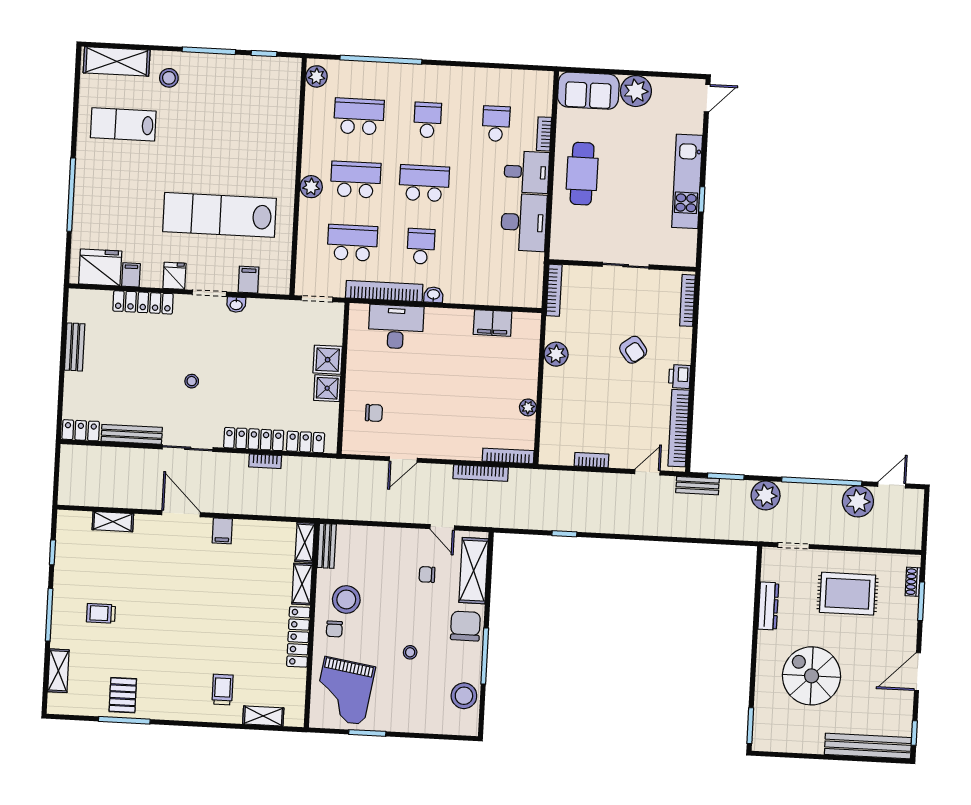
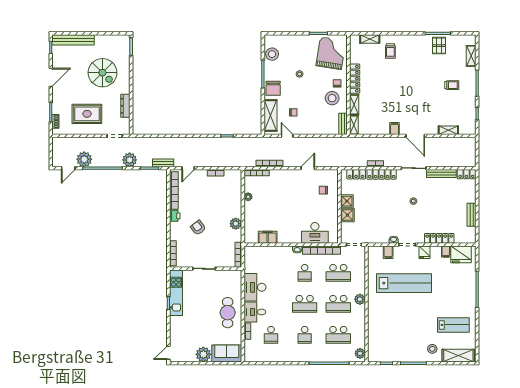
kitchen unit: (687, 181) -> (176, 293), moved

